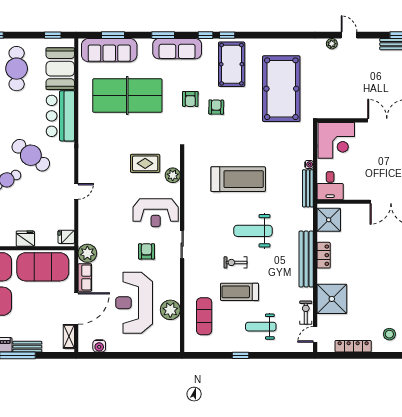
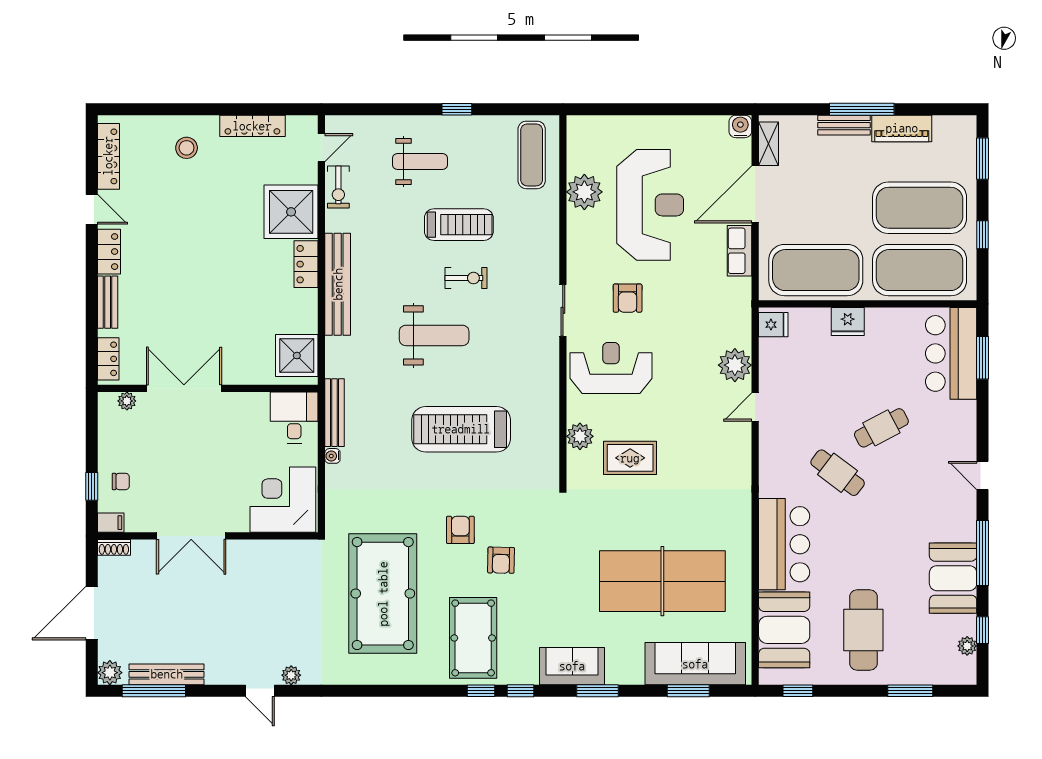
sofa: (177, 49) -> (572, 666), width x0.73
armchair: (190, 99) -> (460, 530), moved
cafe table: (31, 155) -> (838, 473), width x0.73, depth x0.74
plant: (87, 253) -> (735, 365), moved
locker: (324, 255) -> (306, 264), moved
exercise mat: (204, 316) -> (532, 155), moved
water cooler: (99, 346) -> (740, 126), moved

